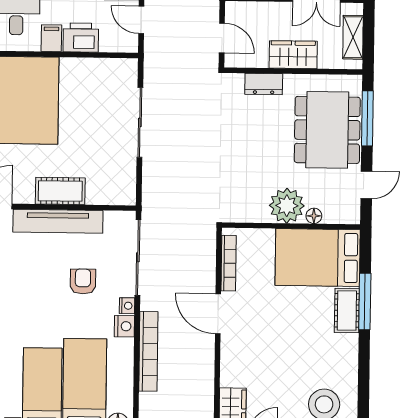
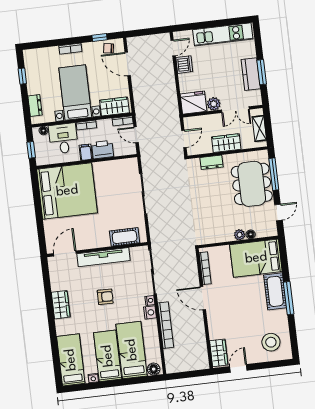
door: (222, 38) -> (184, 139), hinge flipped
cot: (60, 191) -> (125, 237), moved
plant: (287, 206) -> (240, 235), width x0.53, depth x0.53
armchair: (83, 281) -> (105, 297), moved, turned 91
window: (365, 301) -> (289, 298), moved
cot: (347, 310) -> (275, 291), width x1.37, depth x1.34

